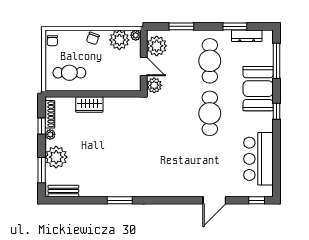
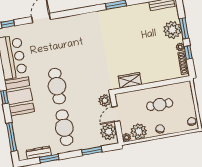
door: (144, 66) -> (116, 114), hinge flipped
cafe table: (69, 73) -> (160, 105), moved
booth: (258, 89) -> (19, 96), moved
wardrobe: (89, 104) -> (130, 80), moved
window: (42, 170) -> (184, 28), moved

